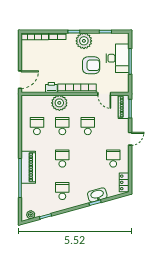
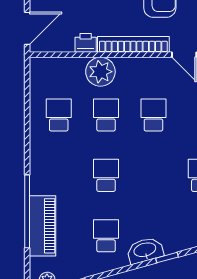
piano: (28, 167) -> (43, 226), moved
washbasin: (97, 195) -> (145, 250), moved

